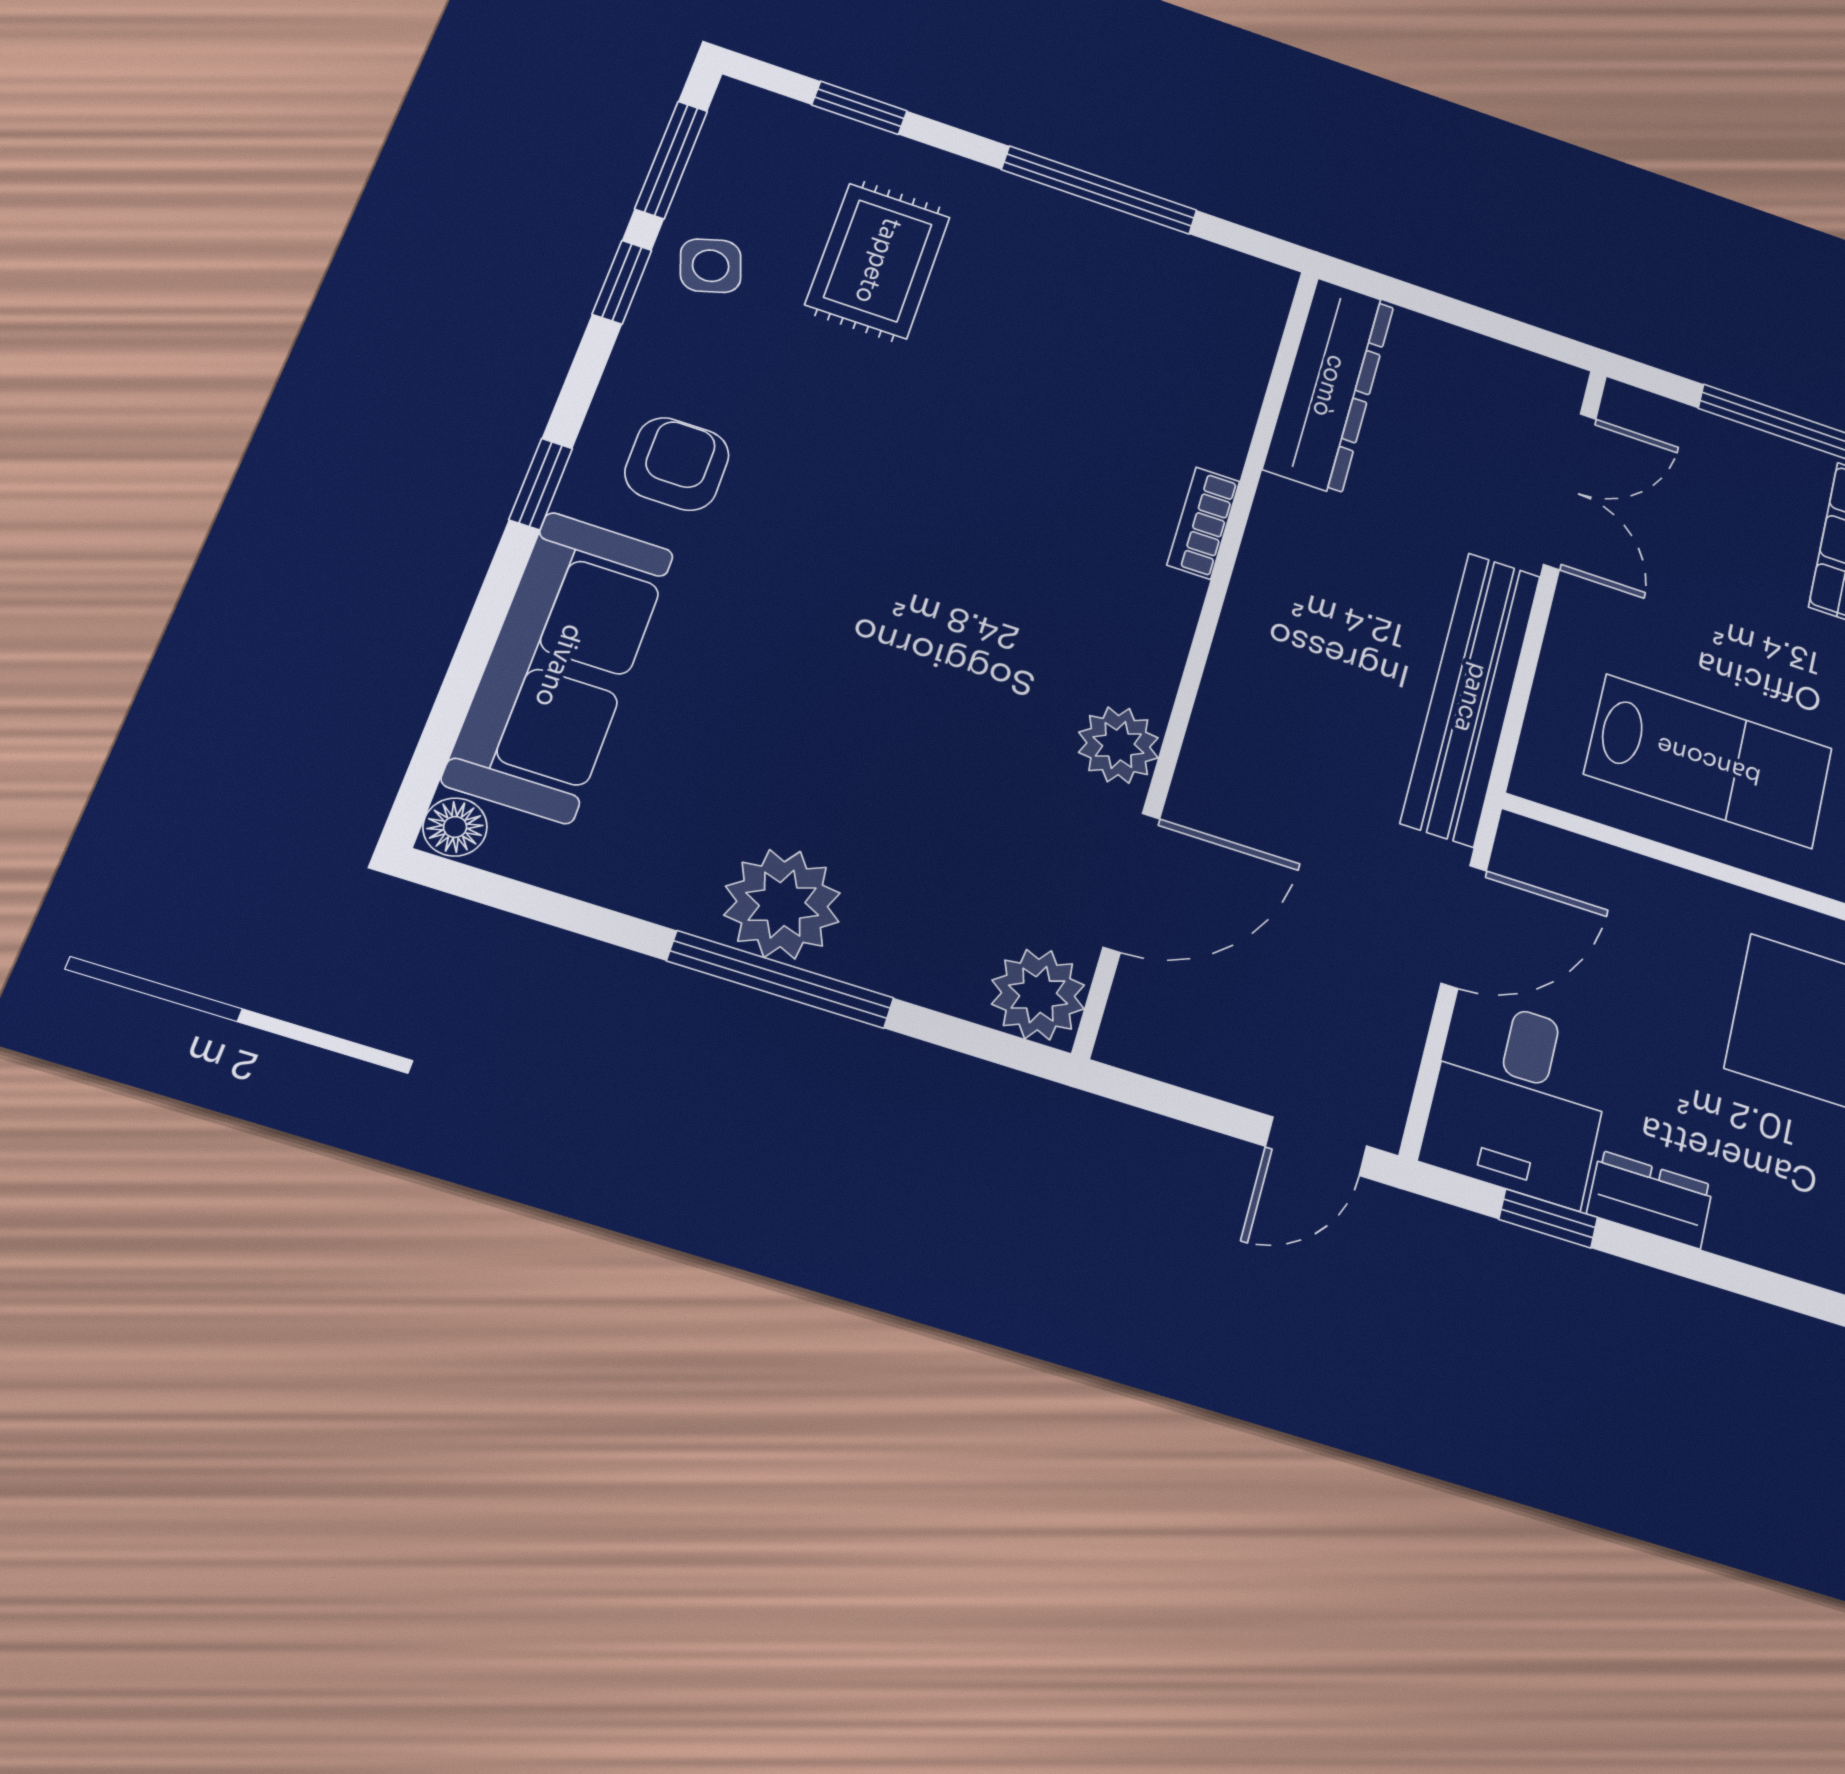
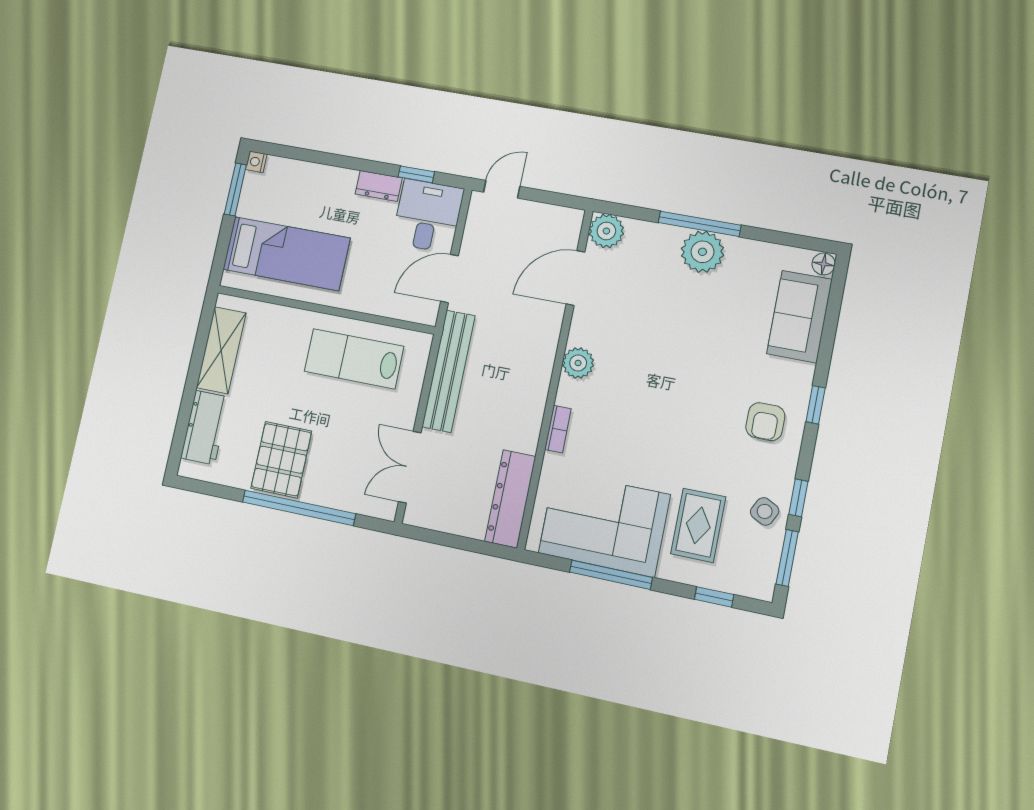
side table: (711, 266) -> (765, 511), turned 45
corner sofa: (1106, 298) -> (604, 524), added
sofa: (559, 666) -> (799, 317), width x0.73
plant: (1118, 745) -> (578, 363), moved

